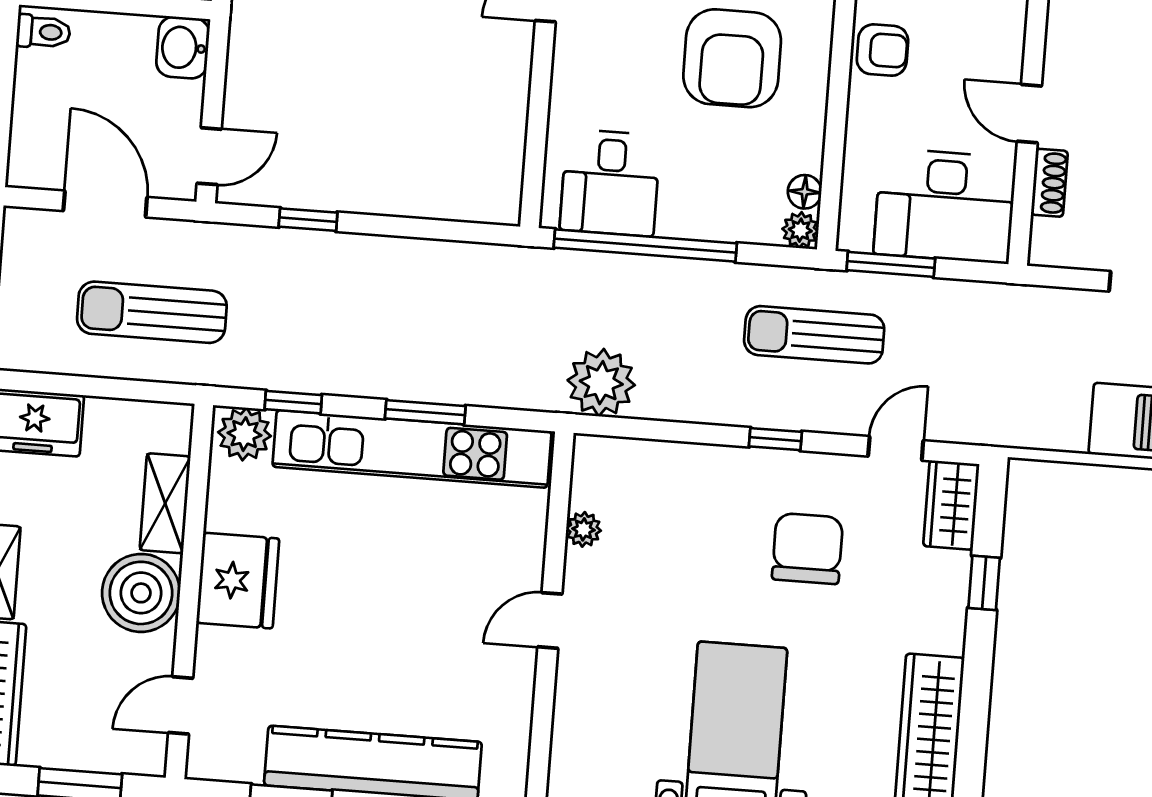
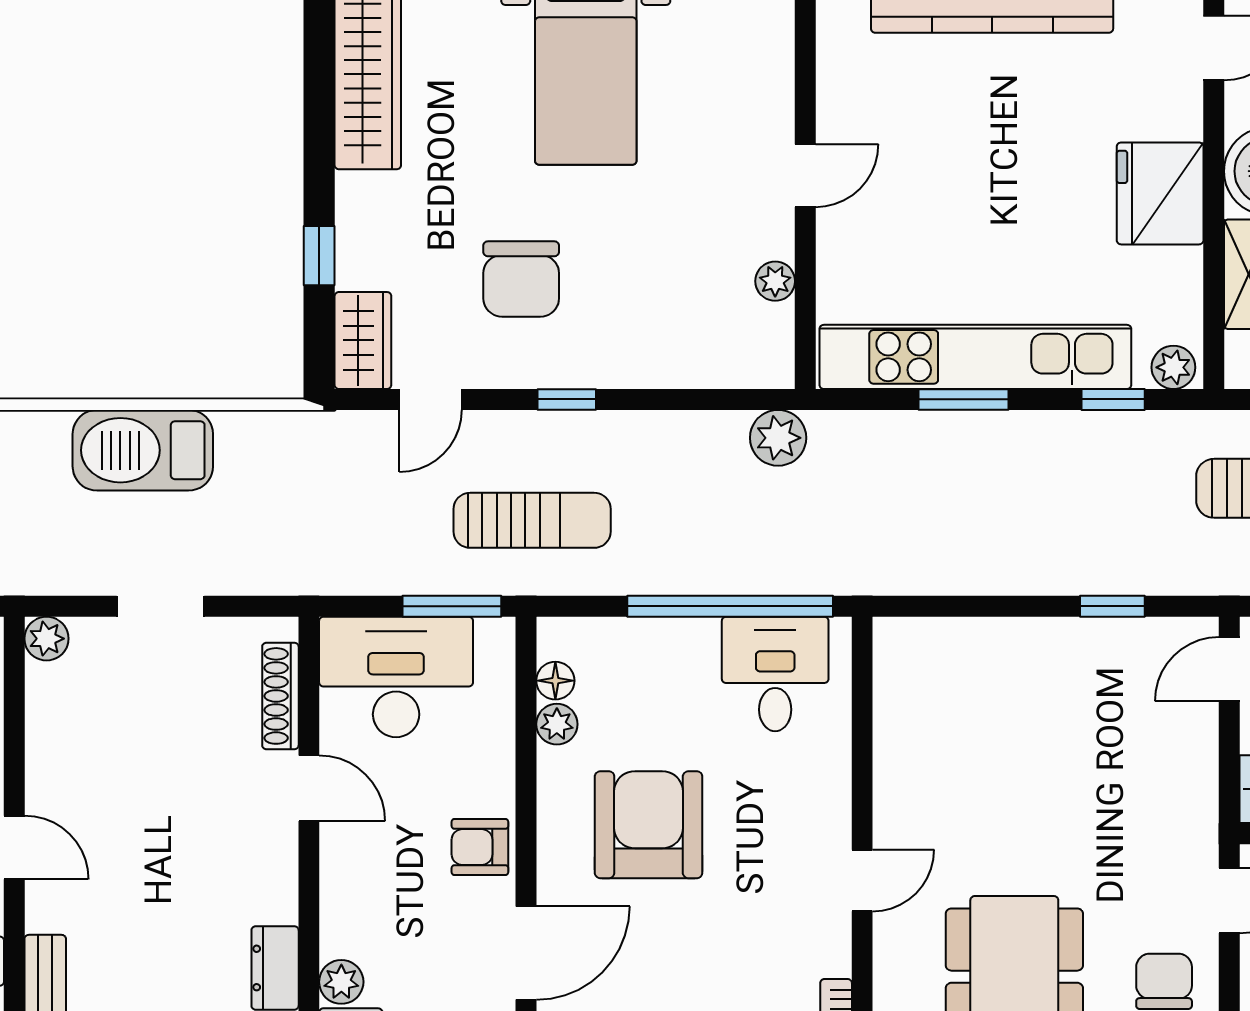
shoe rack: (1049, 183) -> (280, 696), width x1.43
plant: (800, 230) -> (557, 724), moved
plant: (601, 383) -> (778, 438), width x0.73, depth x0.73
plant: (245, 434) -> (1173, 367), width x0.73, depth x0.73

